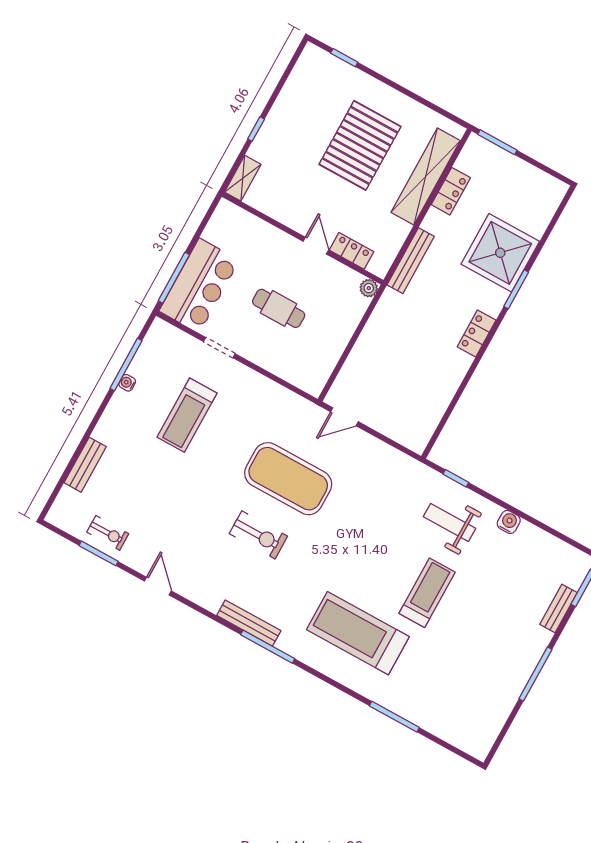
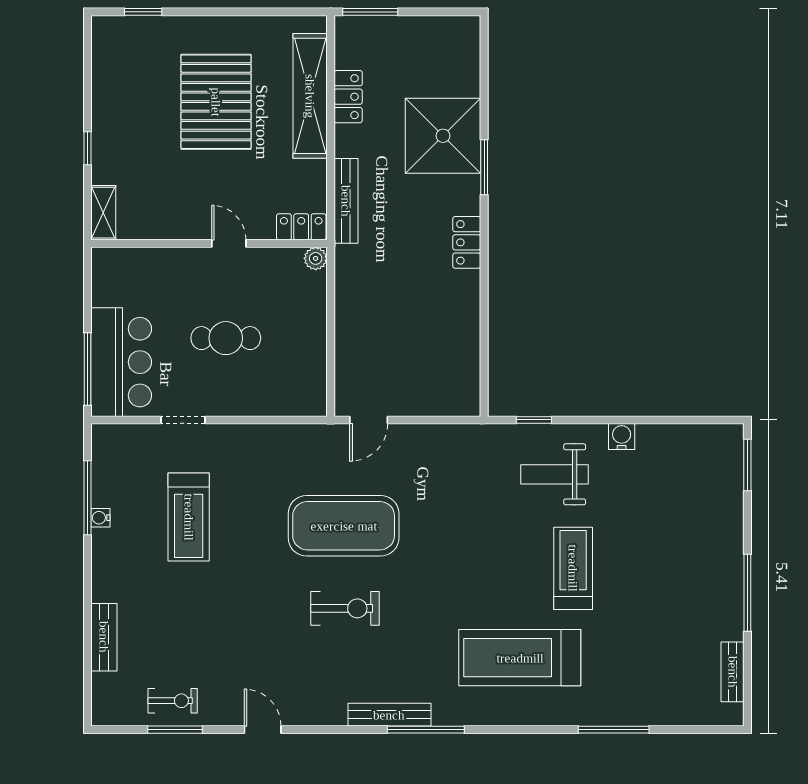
locker: (352, 251) -> (301, 227), moved
bench: (559, 608) -> (733, 672), moved

